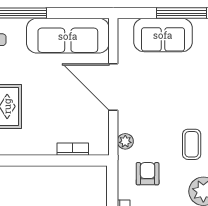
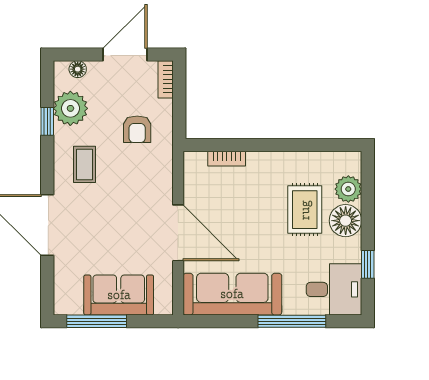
plant: (125, 141) -> (164, 168), removed

